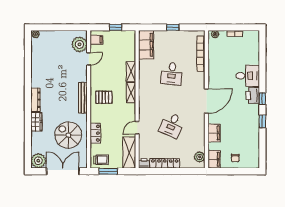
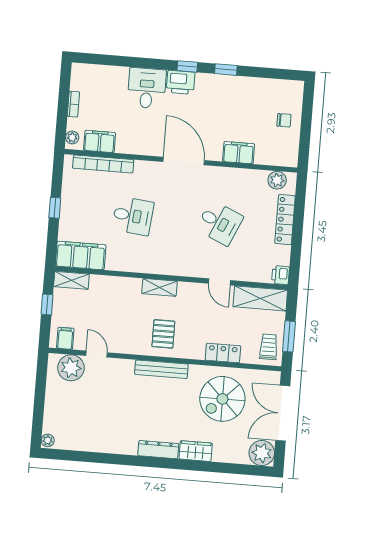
shelving: (131, 72) -> (71, 280), moved
filing cabinet: (214, 159) -> (100, 141), moved
locker: (165, 163) -> (285, 220), moved

